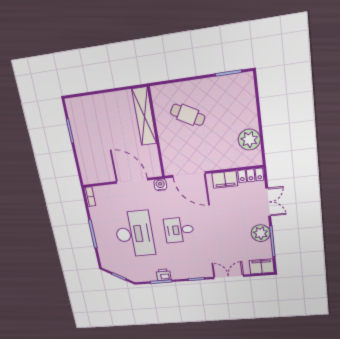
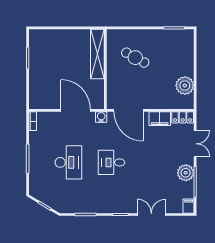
desk: (134, 234) -> (68, 162), width x0.73, depth x0.77
filing cabinet: (262, 266) -> (189, 206), width x0.50
printer: (163, 275) -> (89, 207), removed

